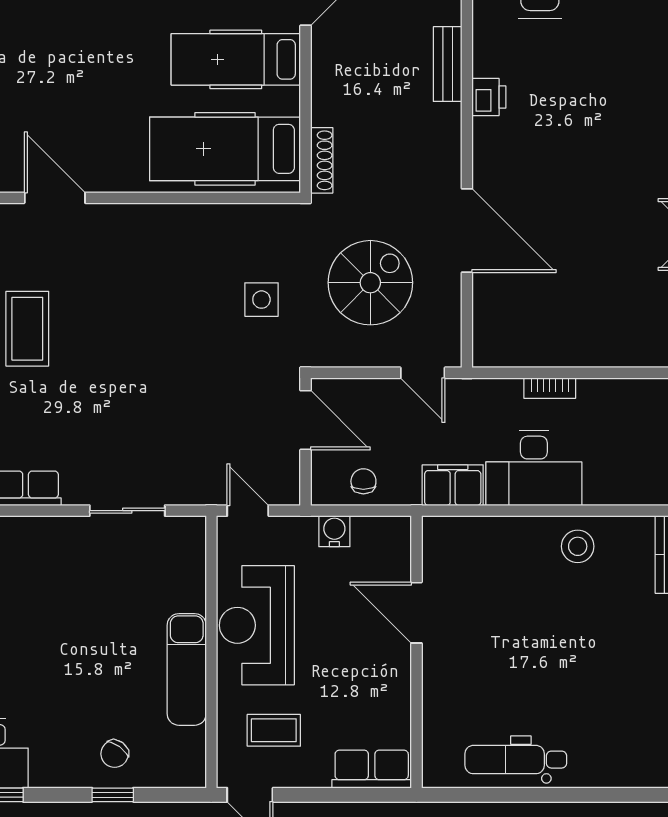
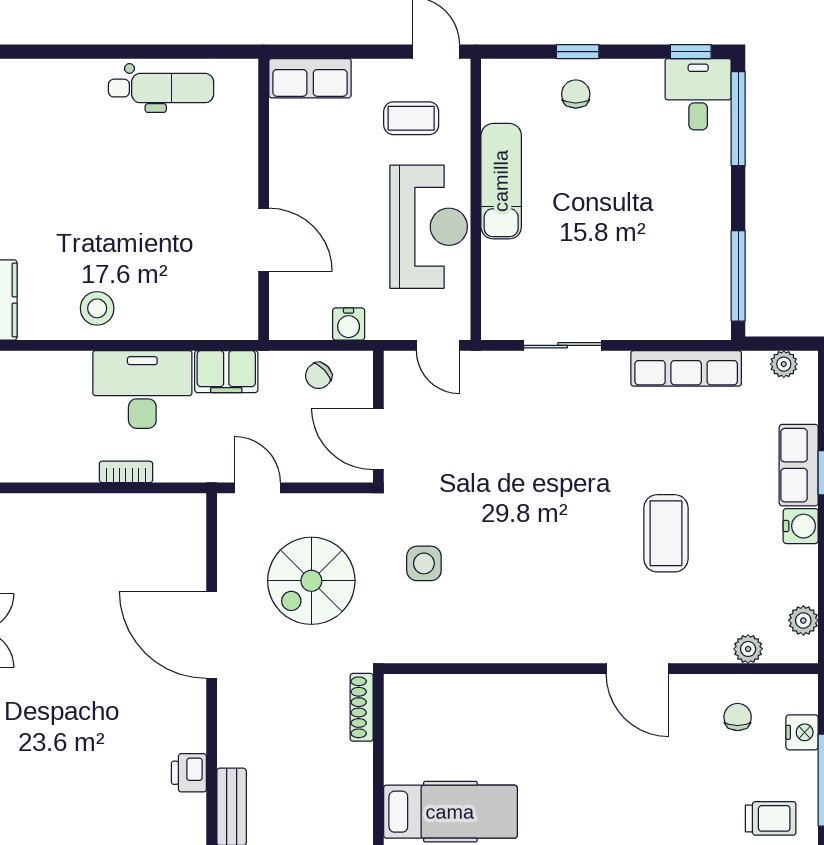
hospital bed: (225, 149) -> (462, 719), removed
chair: (363, 481) -> (319, 376), turned 46
chair: (115, 754) -> (576, 94), turned -36

